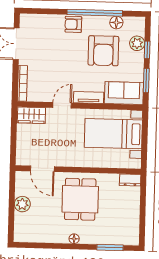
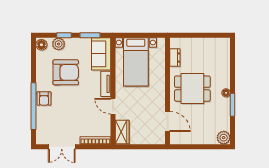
window: (95, 13) -> (34, 106), moved
floor lamp: (116, 23) -> (41, 45), moved
door: (42, 169) -> (167, 121), hinge flipped
dresser: (130, 180) -> (175, 58), moved
plant: (22, 204) -> (224, 138), moved
window: (110, 247) -> (233, 105), moved

